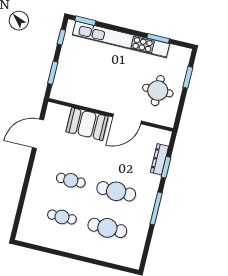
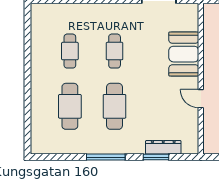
door: (127, 119) -> (201, 99), width x0.53

